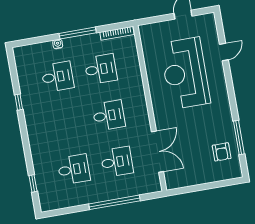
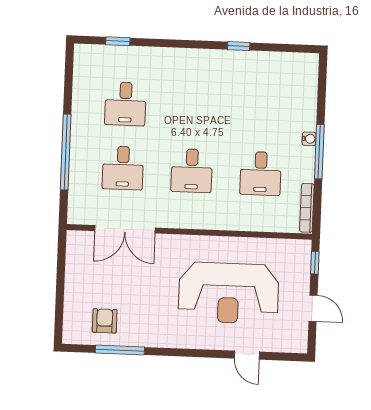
window: (152, 20) -> (315, 263), added
water cooler: (58, 44) -> (309, 139), moved
reception desk: (185, 73) -> (229, 293), turned 180
desk: (57, 77) -> (263, 109), removed
armchair: (222, 152) -> (105, 321), turned 90

